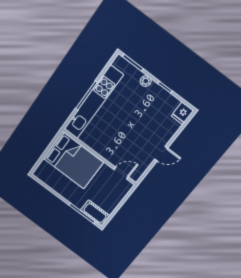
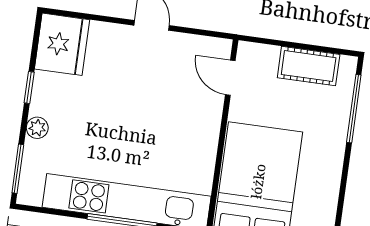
fridge: (182, 113) -> (62, 44), width x1.88, depth x1.34
cot: (95, 213) -> (309, 66), moved, turned 90

